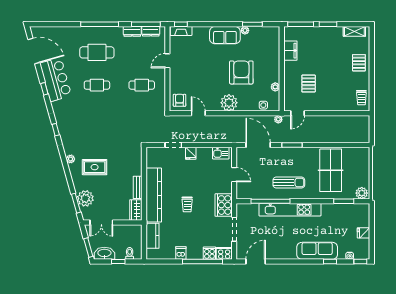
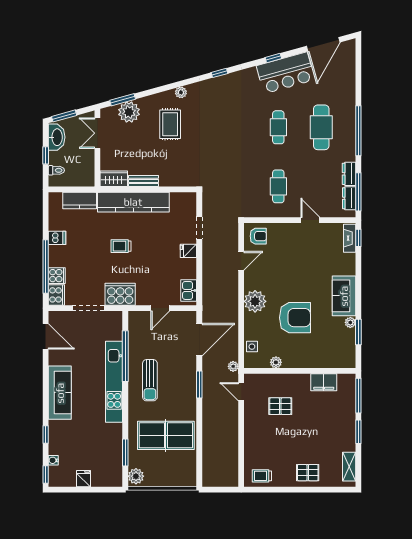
sofa: (317, 251) -> (60, 393), moved

